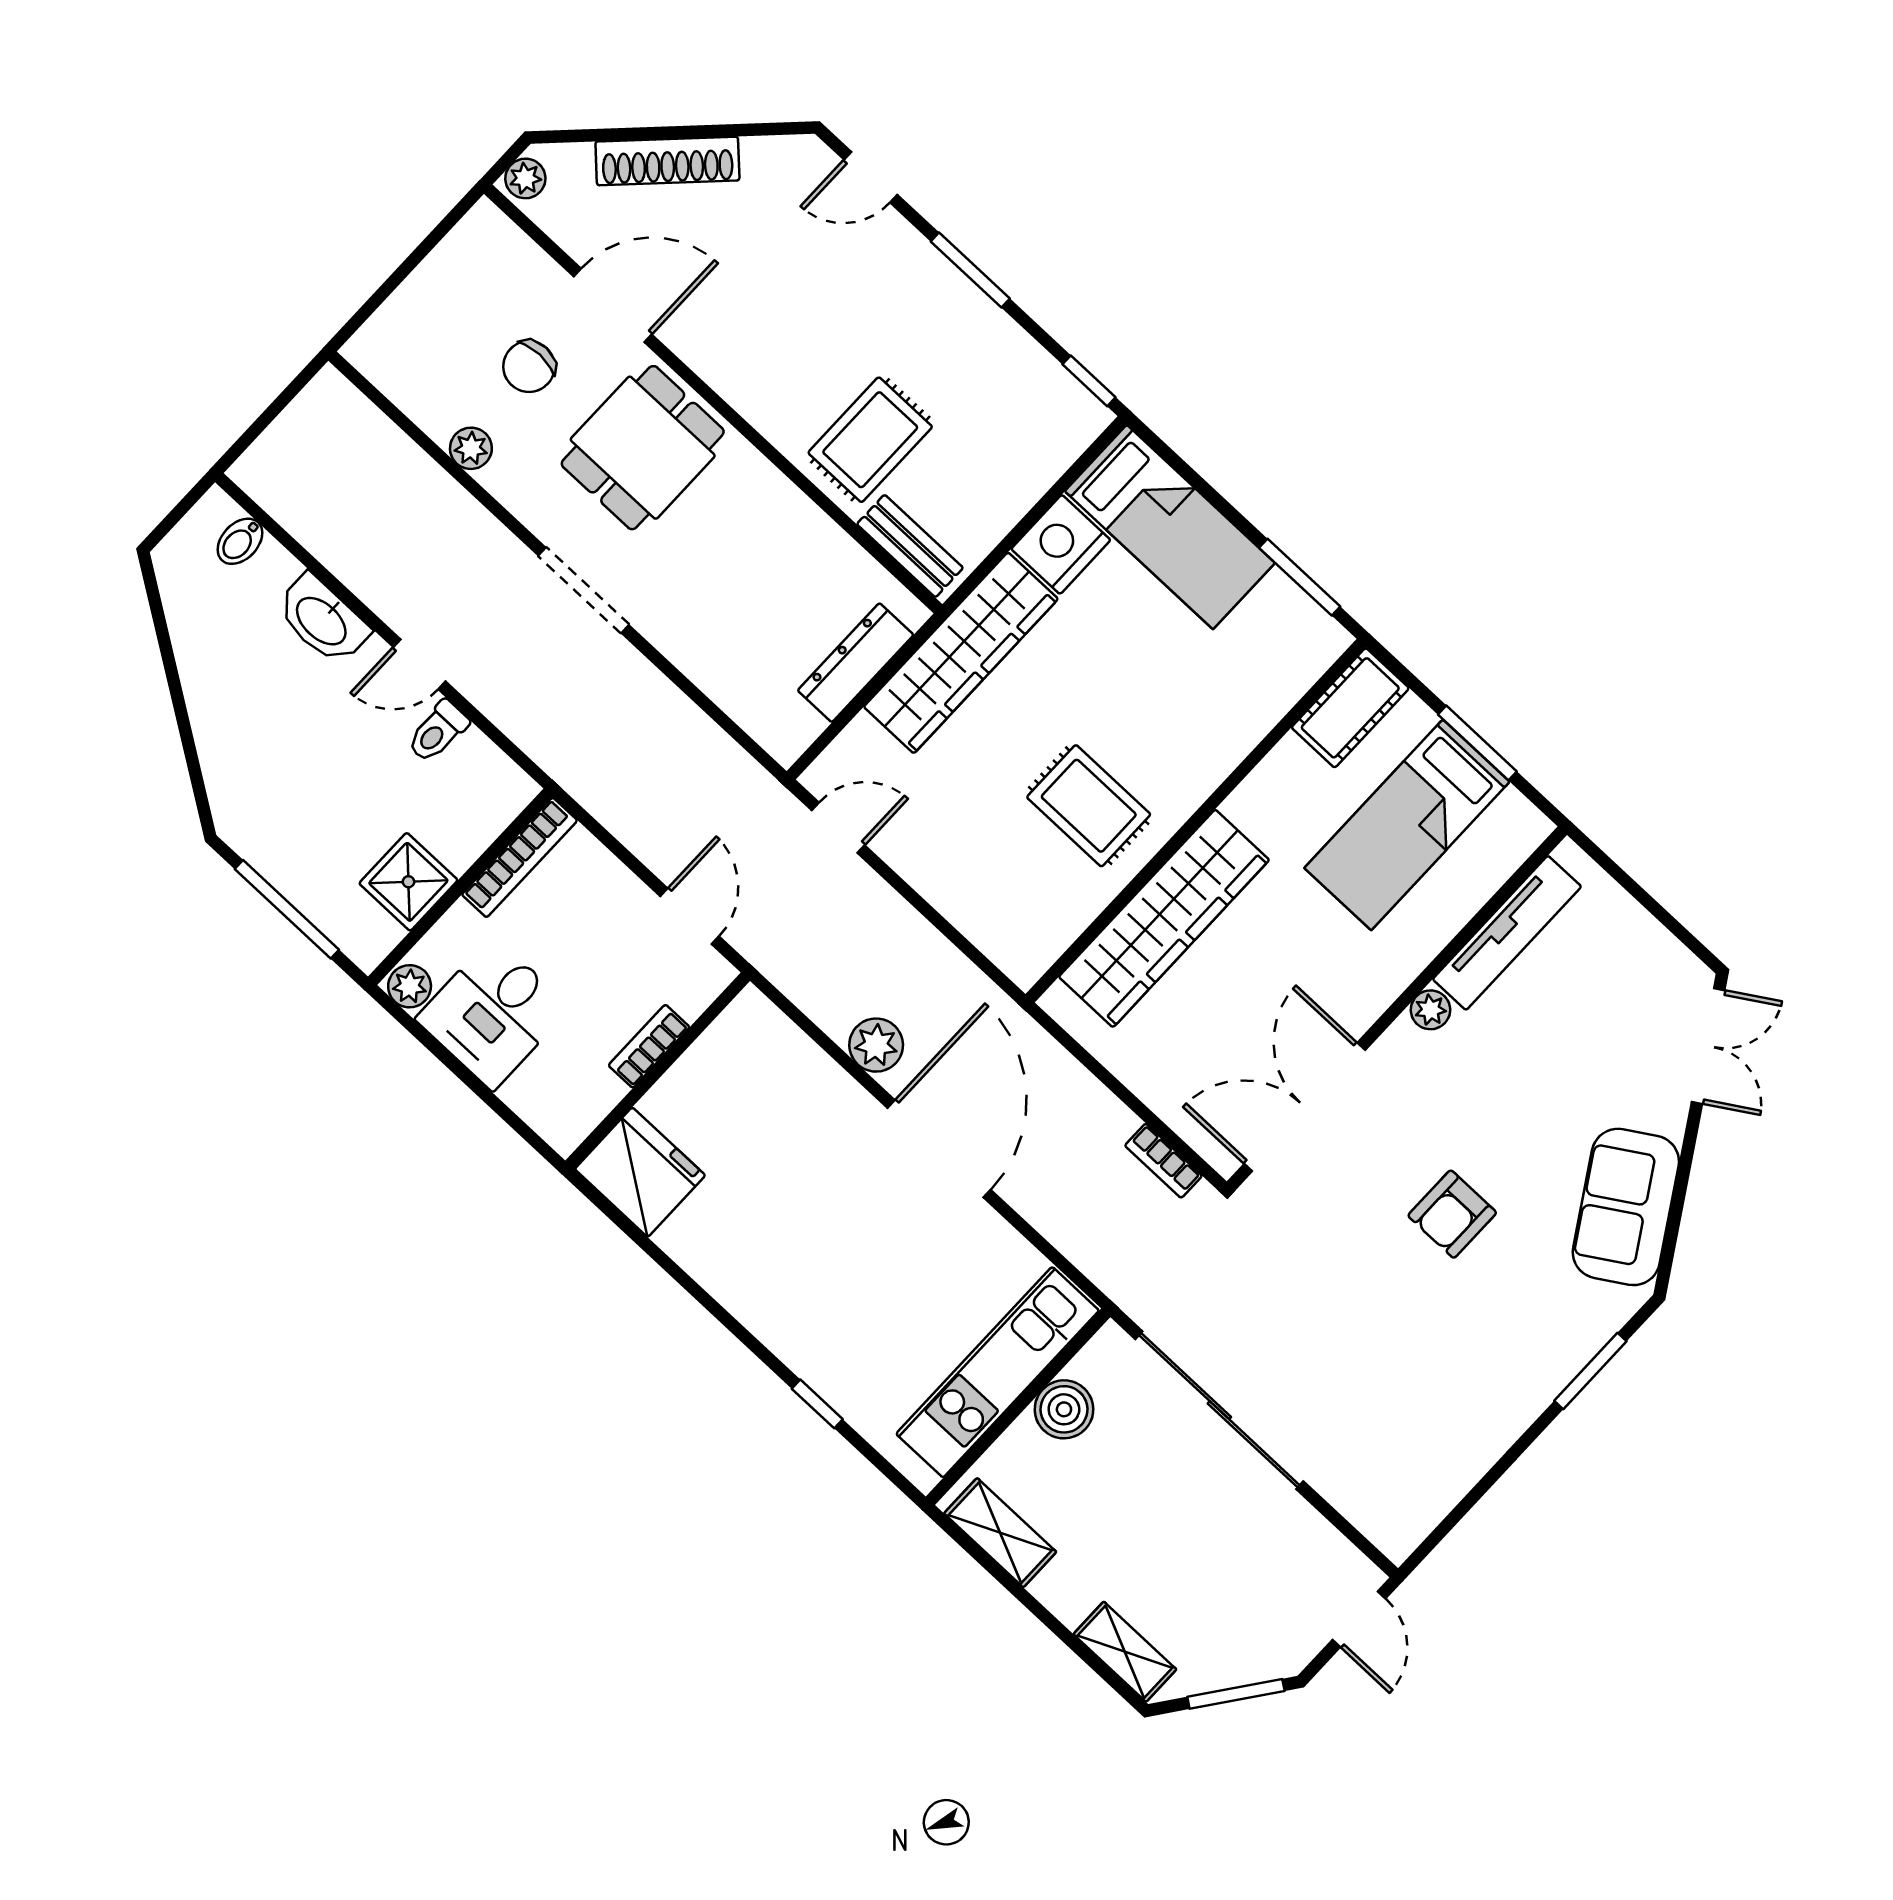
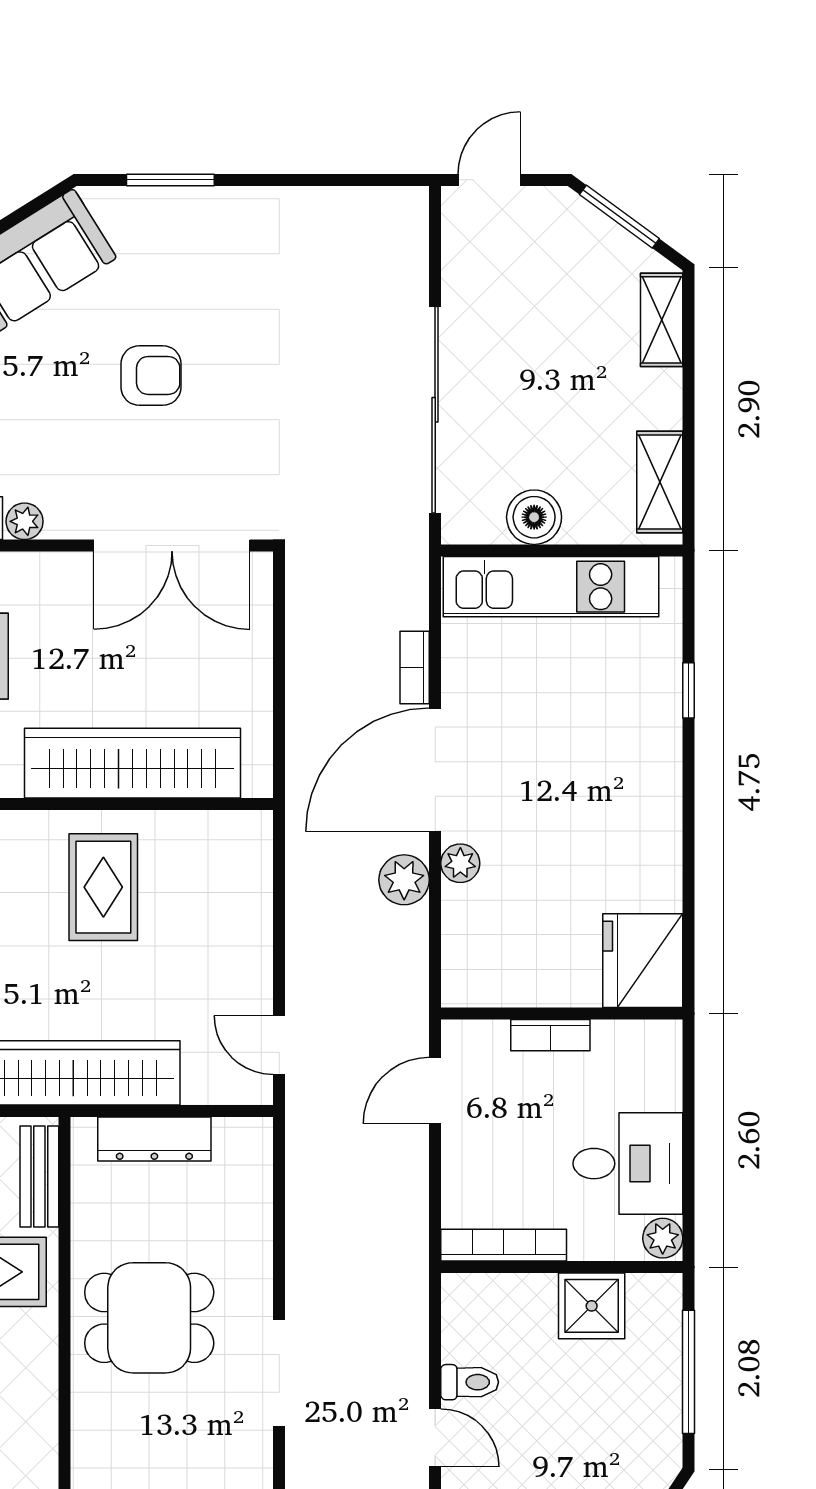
dining table: (643, 448) -> (149, 1318), moved
plant: (848, 1101) -> (460, 863), added
bookcase: (1163, 1161) -> (415, 668), moved, turned 180

